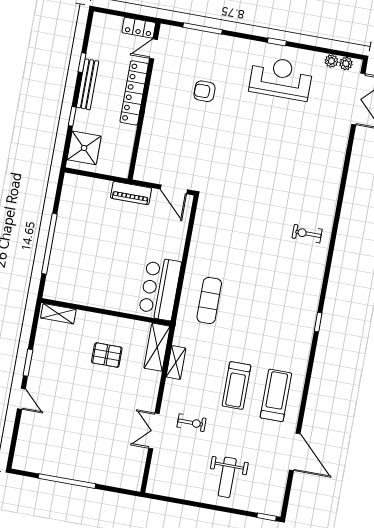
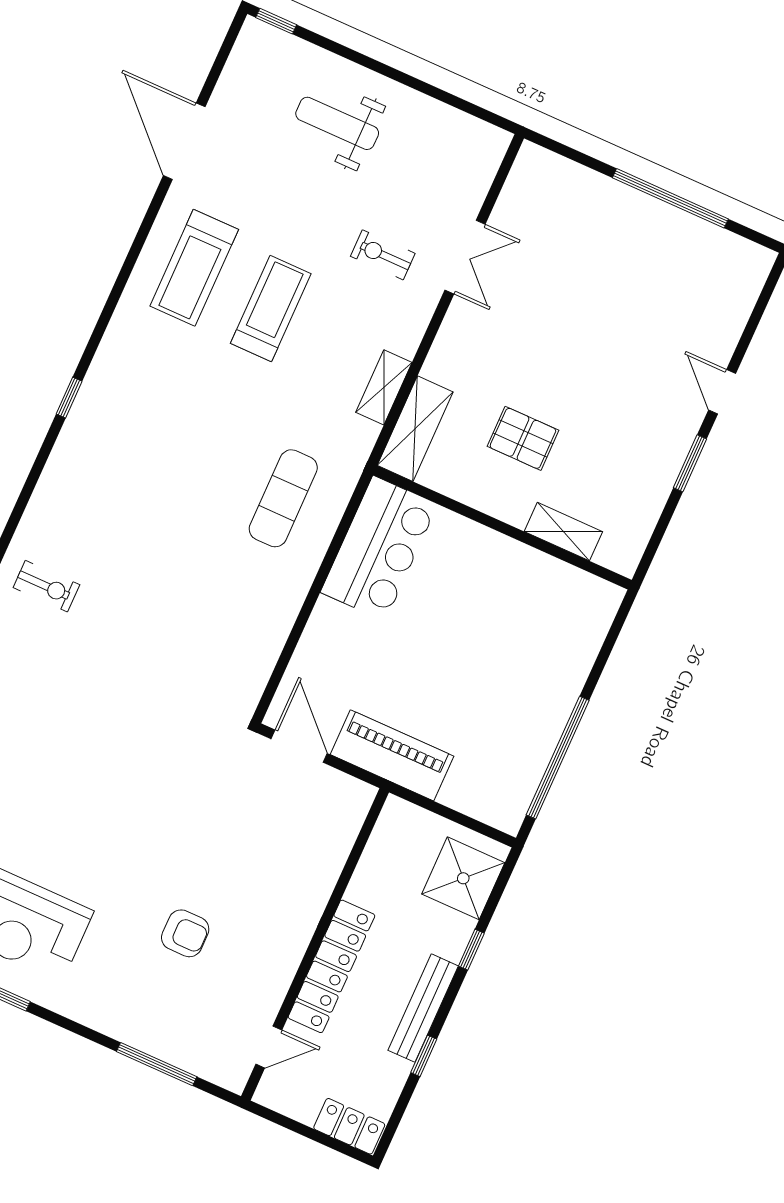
locker: (139, 28) -> (349, 1126), moved
piano: (131, 193) -> (392, 755), width x1.37, depth x1.33
window: (49, 244) -> (558, 758), moved
shelving: (58, 314) -> (563, 532), moved
weight bench: (227, 477) -> (337, 123), turned -90

